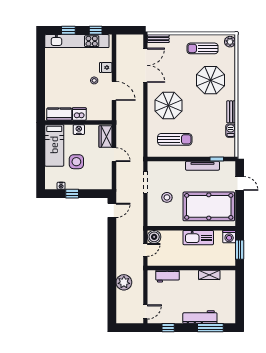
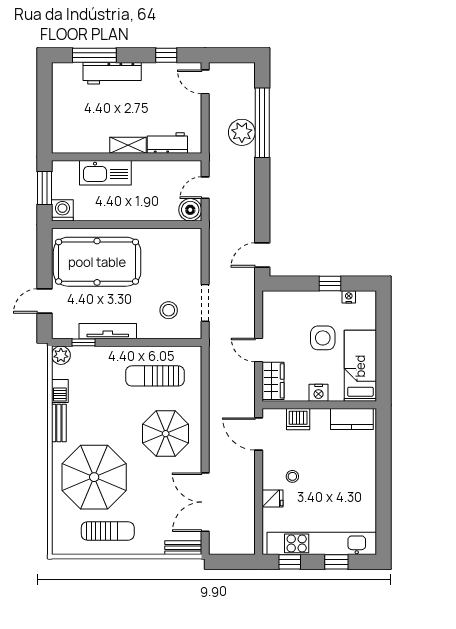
plant: (230, 42) -> (61, 355), moved
parasol: (210, 80) -> (94, 477), width x1.36, depth x1.36
door: (114, 91) -> (259, 434), moved
dishwasher: (79, 114) -> (298, 419), moved
door: (240, 183) -> (45, 301), hinge flipped
stool: (167, 197) -> (169, 310), moved
kitchen sink: (198, 238) -> (105, 173), moved, turned 180
shelving: (209, 275) -> (128, 145), moved
window: (112, 288) -> (262, 123), added
door: (145, 312) -> (205, 82), hinge flipped

